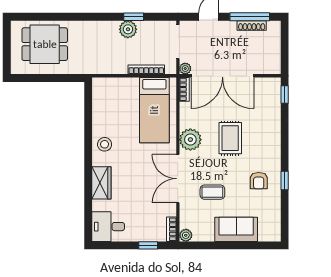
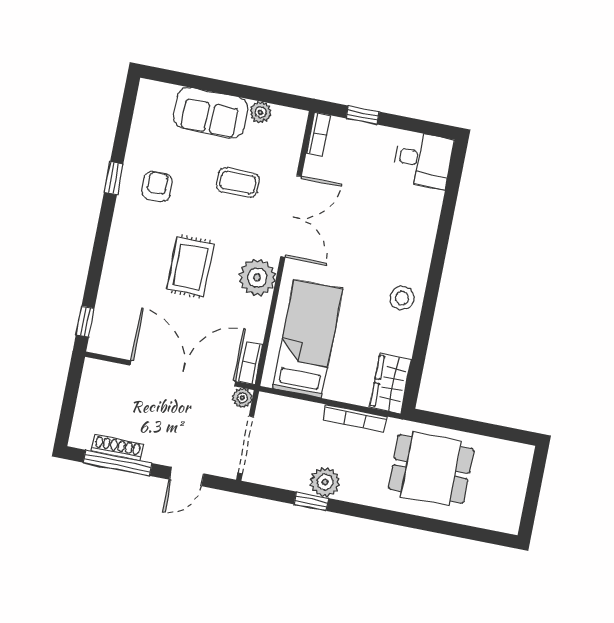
dining table: (45, 44) -> (431, 469), moved
bookcase: (146, 70) -> (355, 418), moved
wardrobe: (101, 183) -> (390, 384), moved
plant: (186, 235) -> (260, 112), moved

